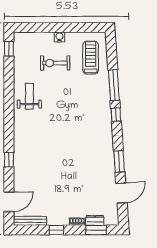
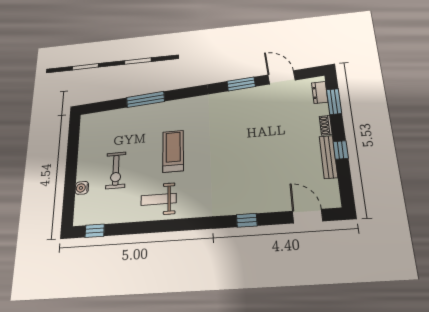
water cooler: (59, 37) -> (82, 188), moved
treadmill: (91, 58) -> (173, 151), moved, turned 90
window: (116, 115) -> (182, 93), removed
dresser: (95, 220) -> (320, 92), moved
bench: (30, 221) -> (328, 157), moved

